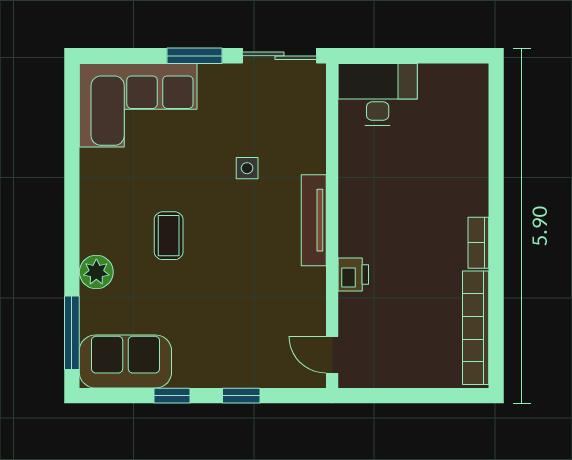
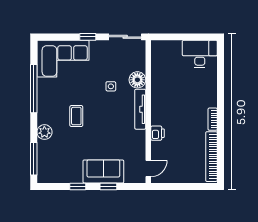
window: (195, 56) -> (88, 37), width x0.67
desk: (378, 94) -> (200, 54), moved
floor lamp: (307, 153) -> (137, 80), added
window: (72, 173) -> (34, 89), added
door: (332, 355) -> (148, 168), swing flipped
sofa: (125, 362) -> (103, 171), moved

